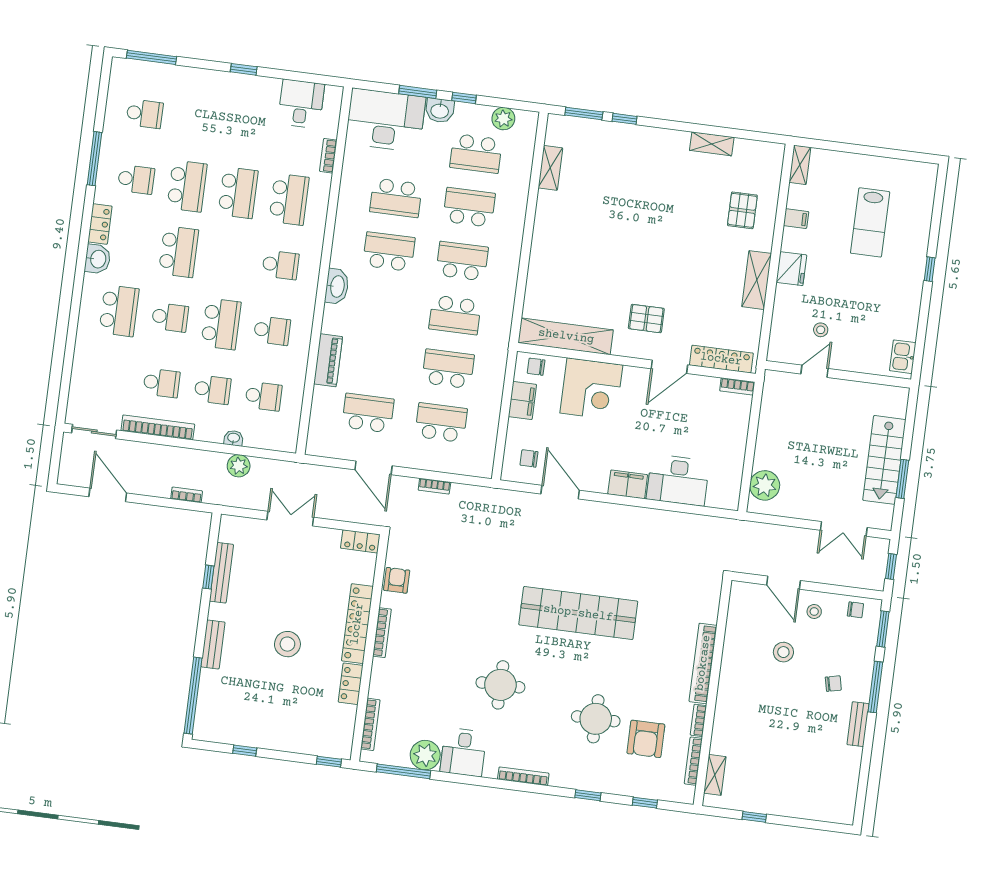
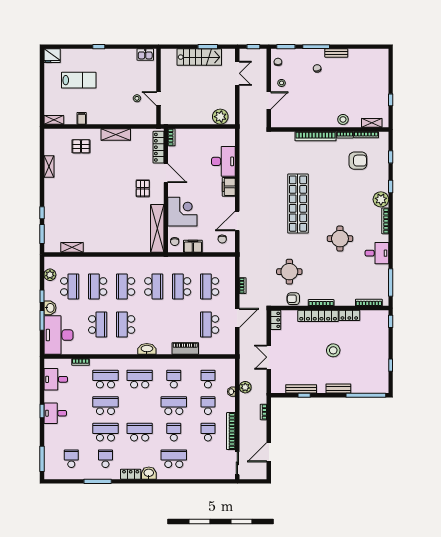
desk: (236, 94) -> (55, 413), added
school desk: (281, 265) -> (140, 379), width x1.85
fridge: (791, 269) -> (52, 56), moved, turned 180
stool: (783, 652) -> (343, 119), moved
round table: (596, 719) -> (289, 272), moved
plant: (425, 755) -> (381, 199), moved

